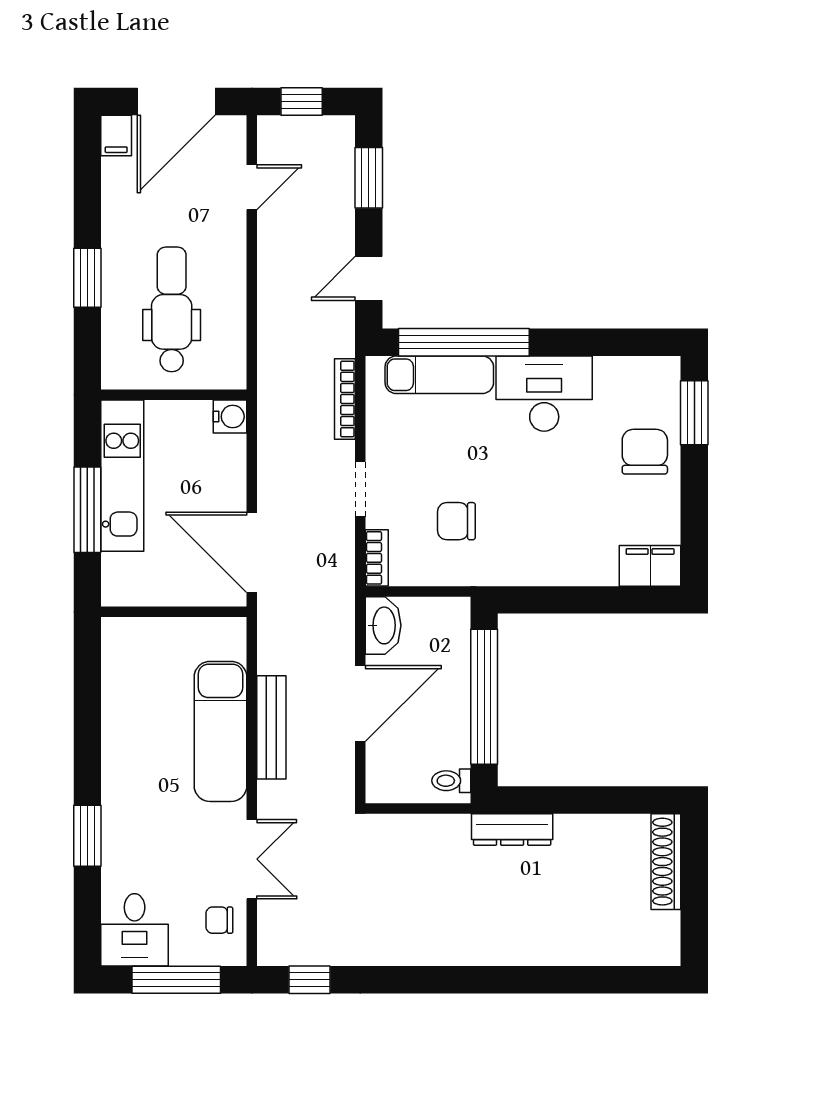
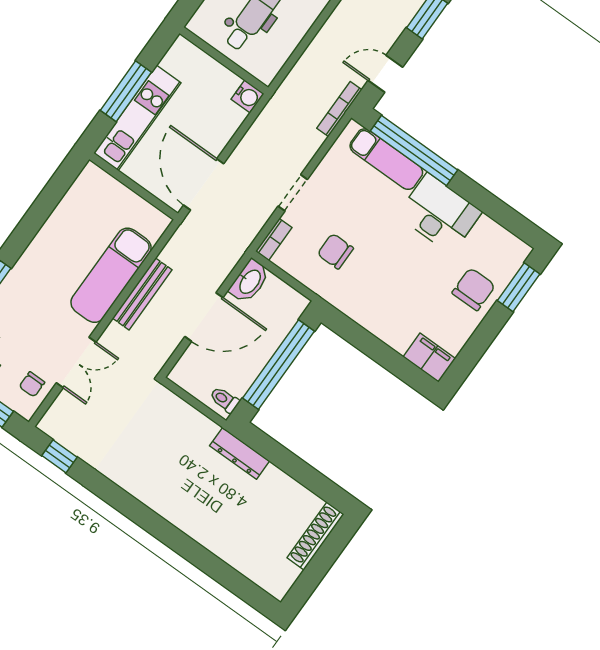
bookcase: (345, 399) -> (339, 109), moved
kitchen unit: (122, 476) -> (137, 118), moved
chair: (219, 920) -> (32, 384), turned -90

